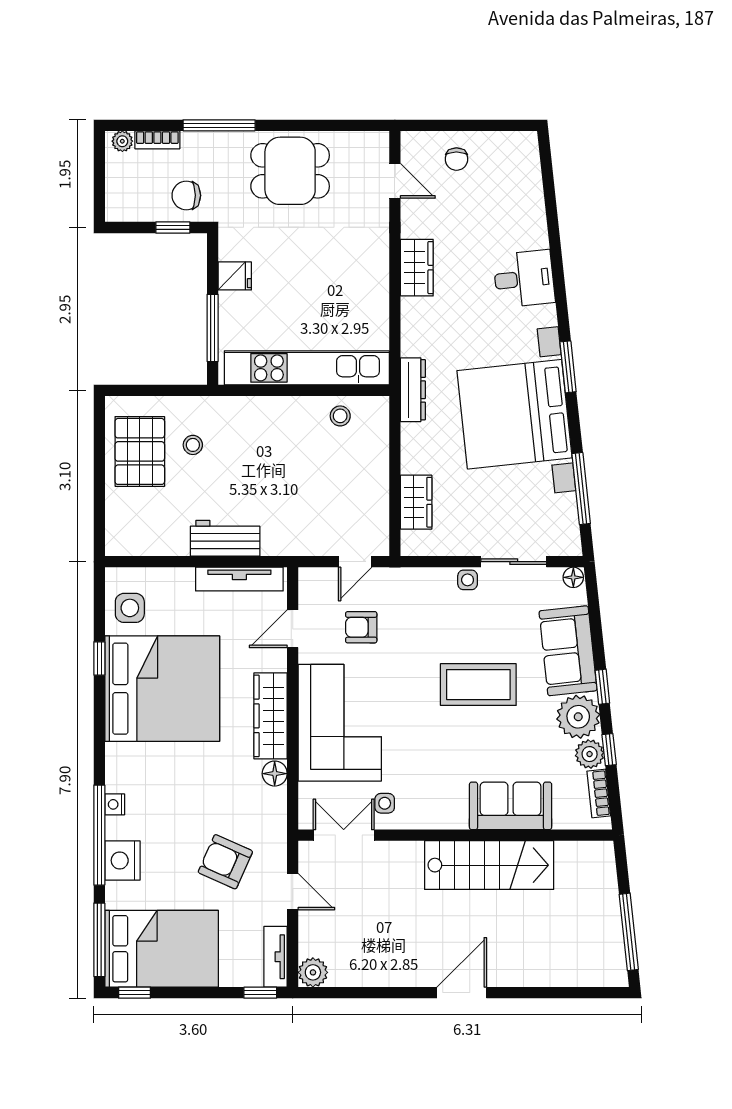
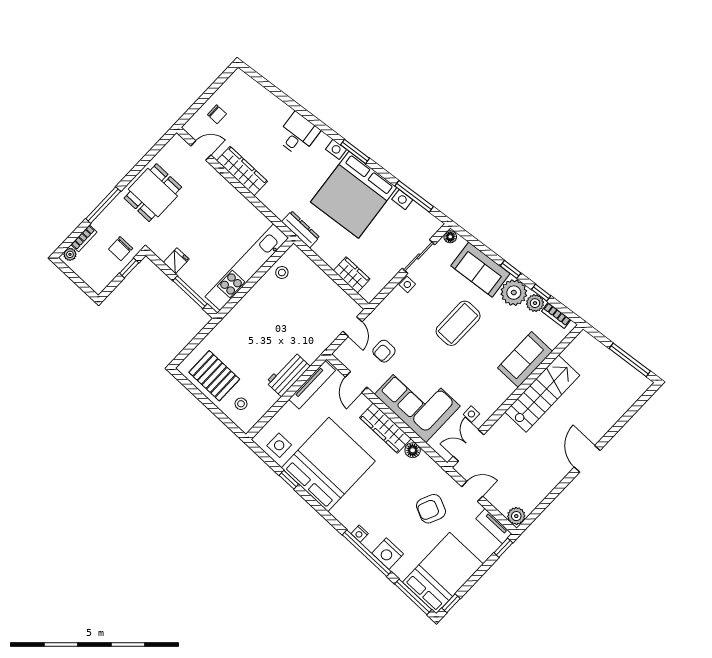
wardrobe: (417, 268) -> (242, 171), width x1.50
stool: (193, 445) -> (241, 404), moved

